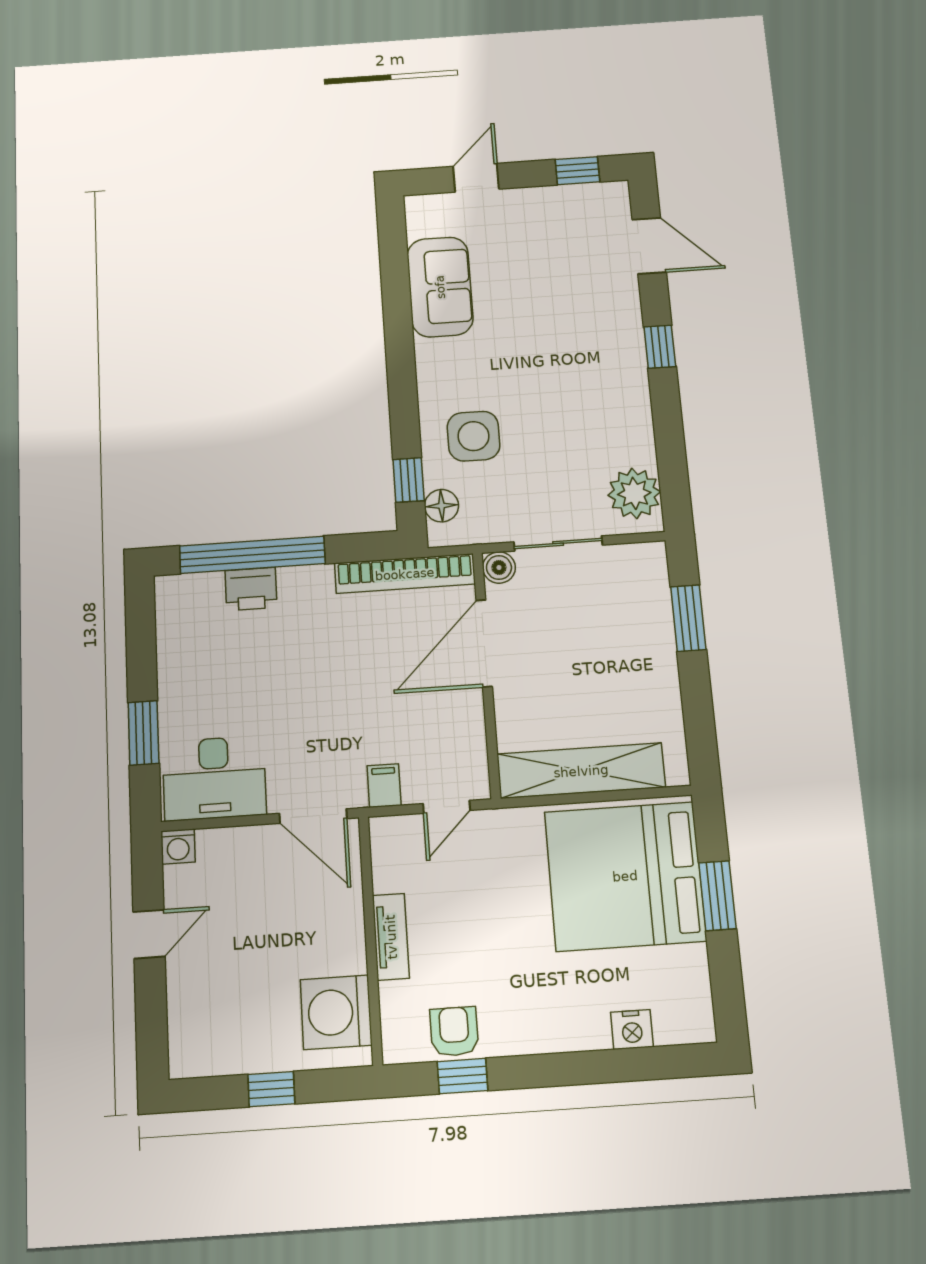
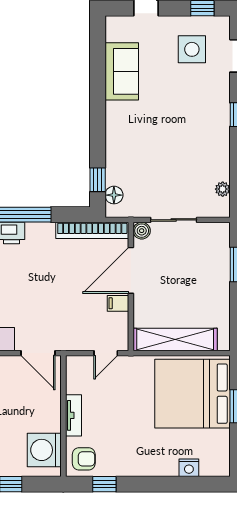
side table: (473, 436) -> (192, 49), moved
plant: (634, 493) -> (223, 189), width x0.53, depth x0.53
filing cabinet: (384, 786) -> (118, 303), moved, turned -90
armchair: (454, 1031) -> (84, 459), moved, turned 90

